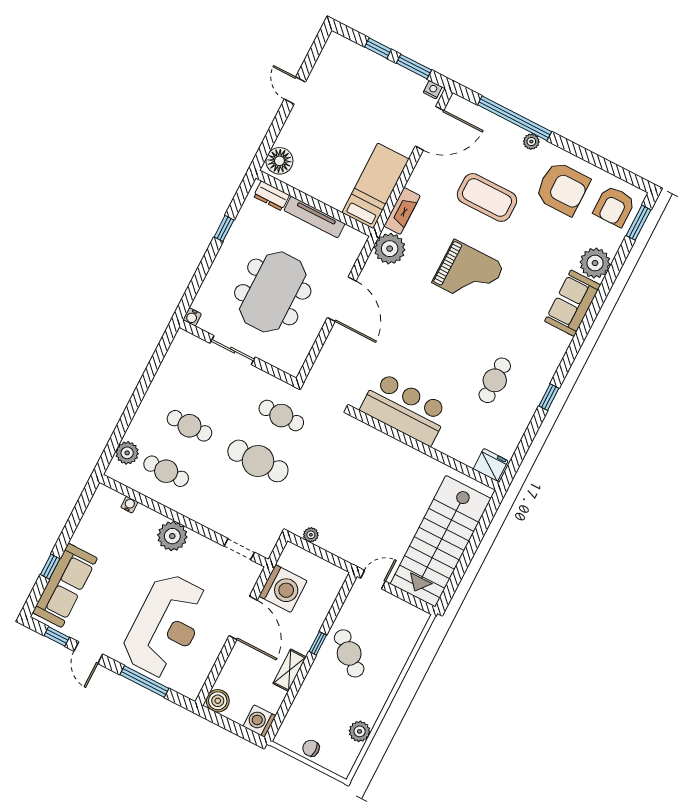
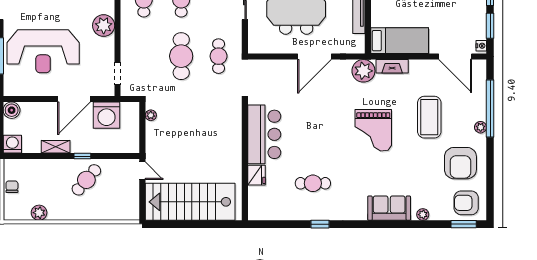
plant: (595, 263) -> (423, 215), width x0.53, depth x0.53
fridge: (491, 465) -> (256, 175), moved

